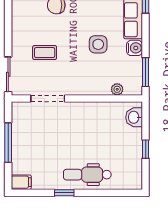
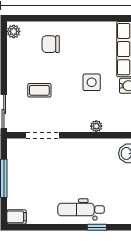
plant: (117, 89) -> (96, 126), moved
window: (64, 193) -> (97, 227), moved

